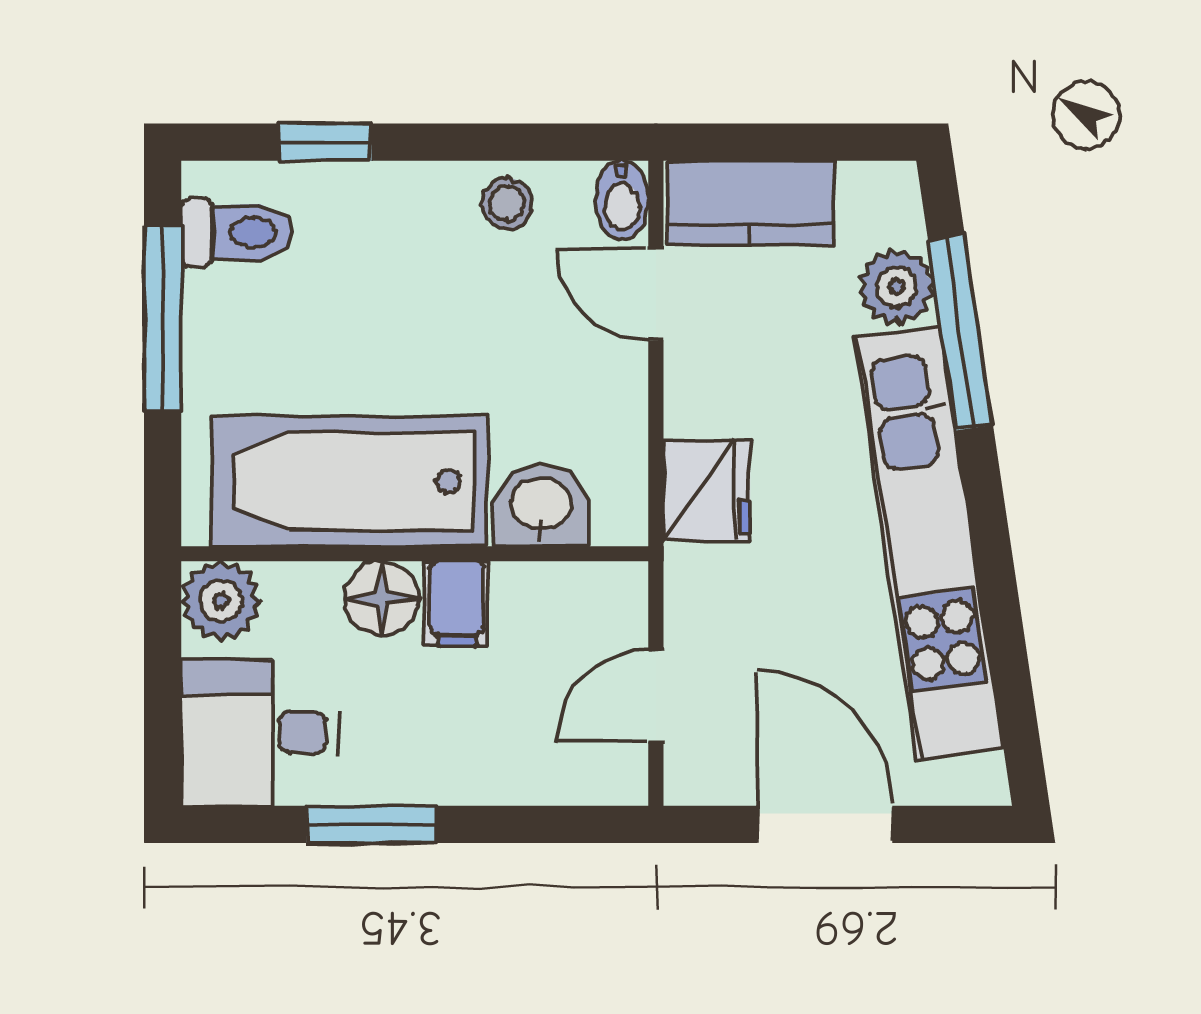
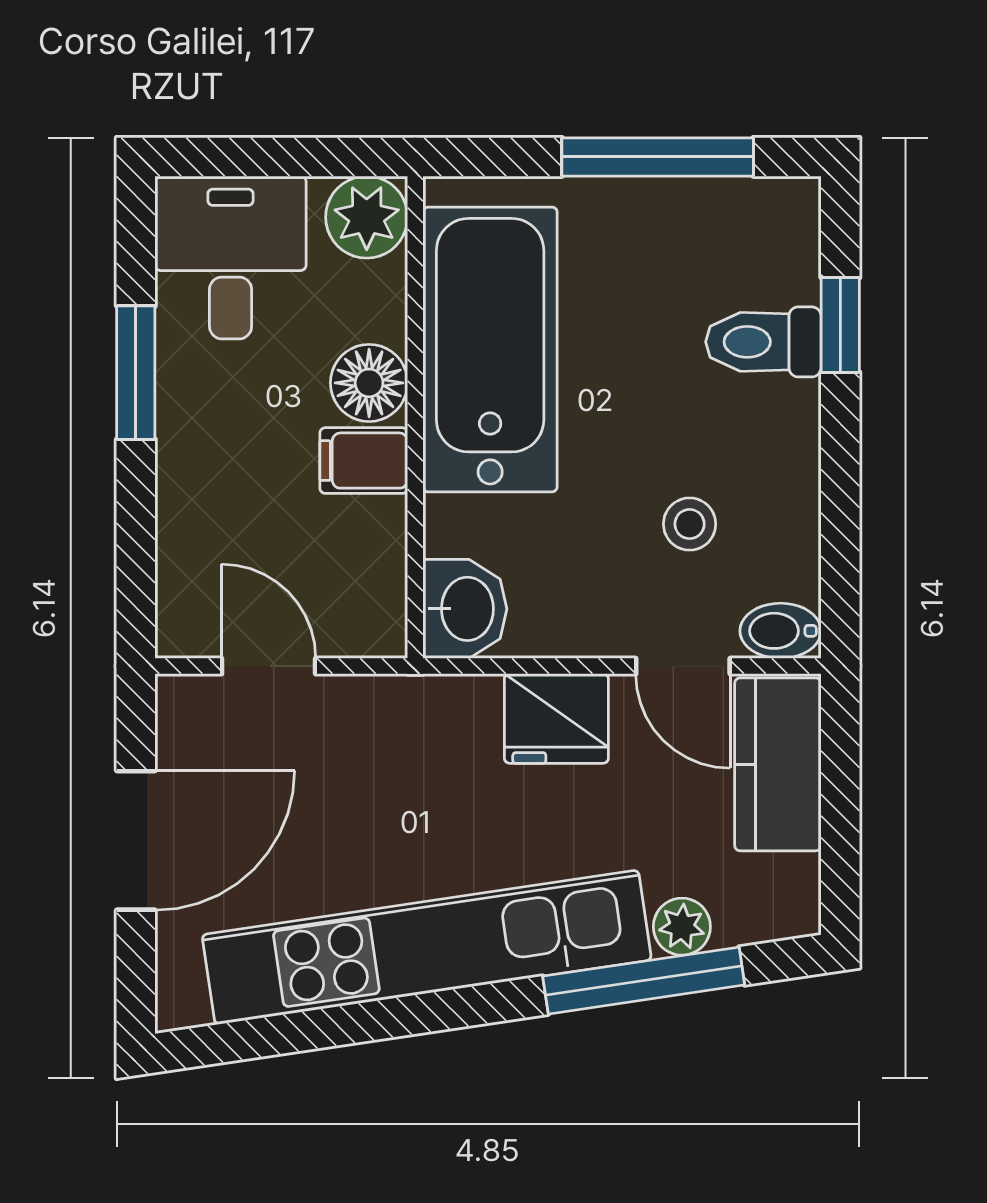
stool: (507, 203) -> (690, 524), moved
toilet: (237, 233) -> (763, 342), moved, turned 90
plant: (896, 287) -> (682, 927), width x0.73, depth x0.73
door: (656, 295) -> (683, 666), swing flipped
fridge: (707, 490) -> (556, 719), moved
washbasin: (541, 506) -> (465, 609), moved

